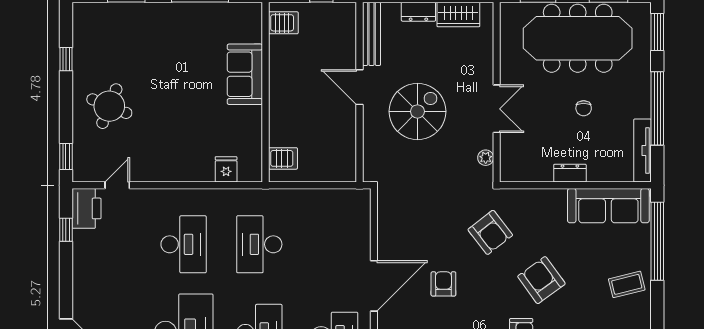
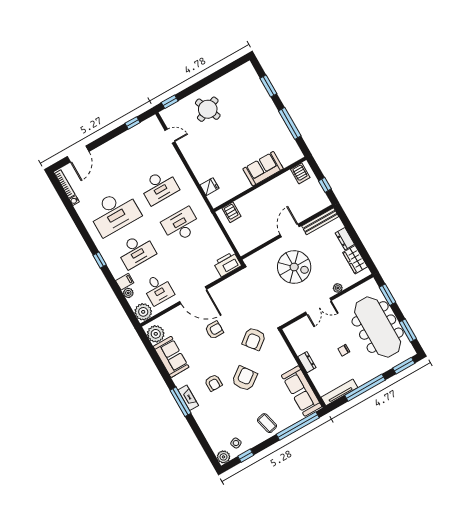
window: (66, 59) -> (219, 74), removed
round table: (109, 106) -> (208, 109), turned 45
plant: (486, 158) -> (338, 288), moved
printer: (87, 208) -> (227, 264), moved, turned 180

